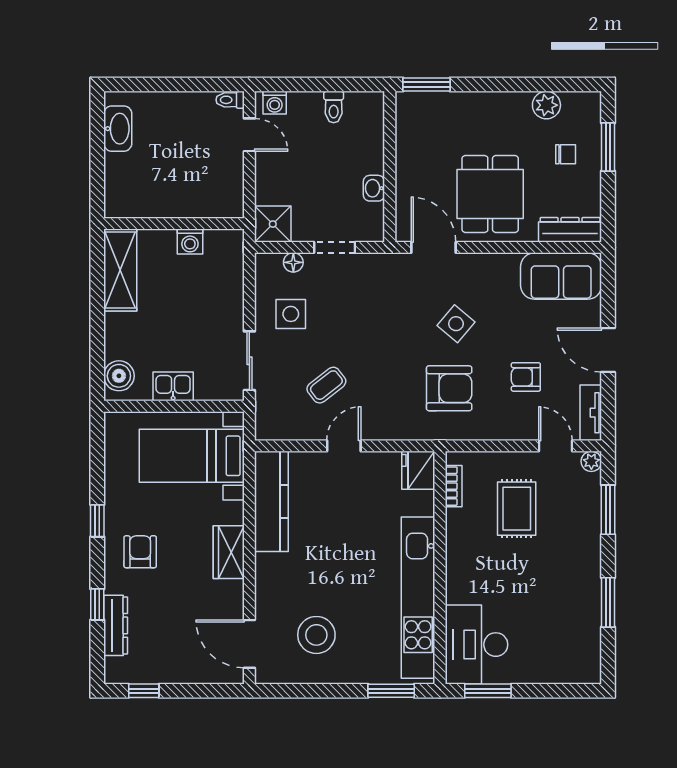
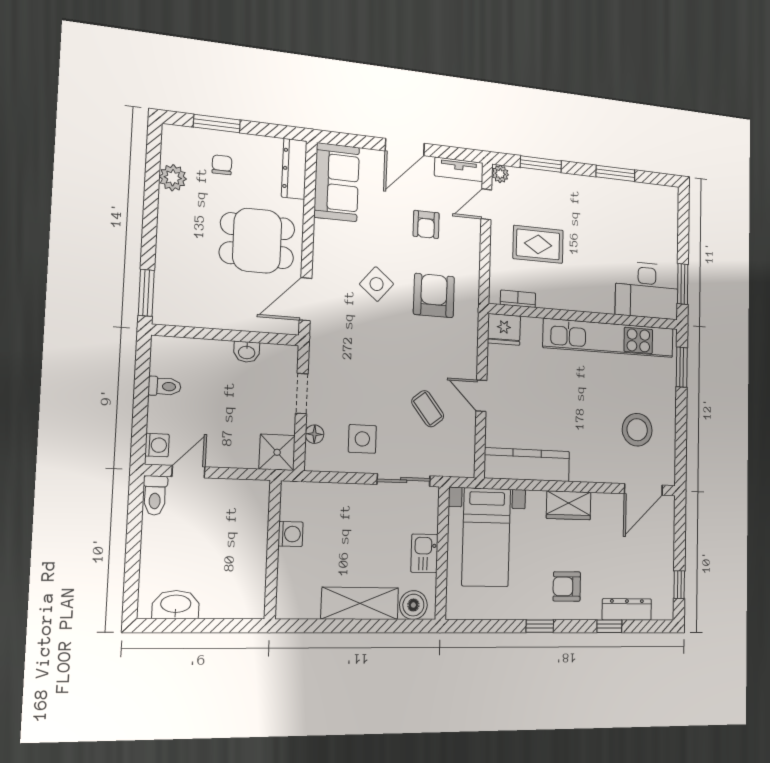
toilet: (230, 100) -> (155, 495), width x1.37, depth x1.39
shelving: (120, 270) -> (360, 603), moved

